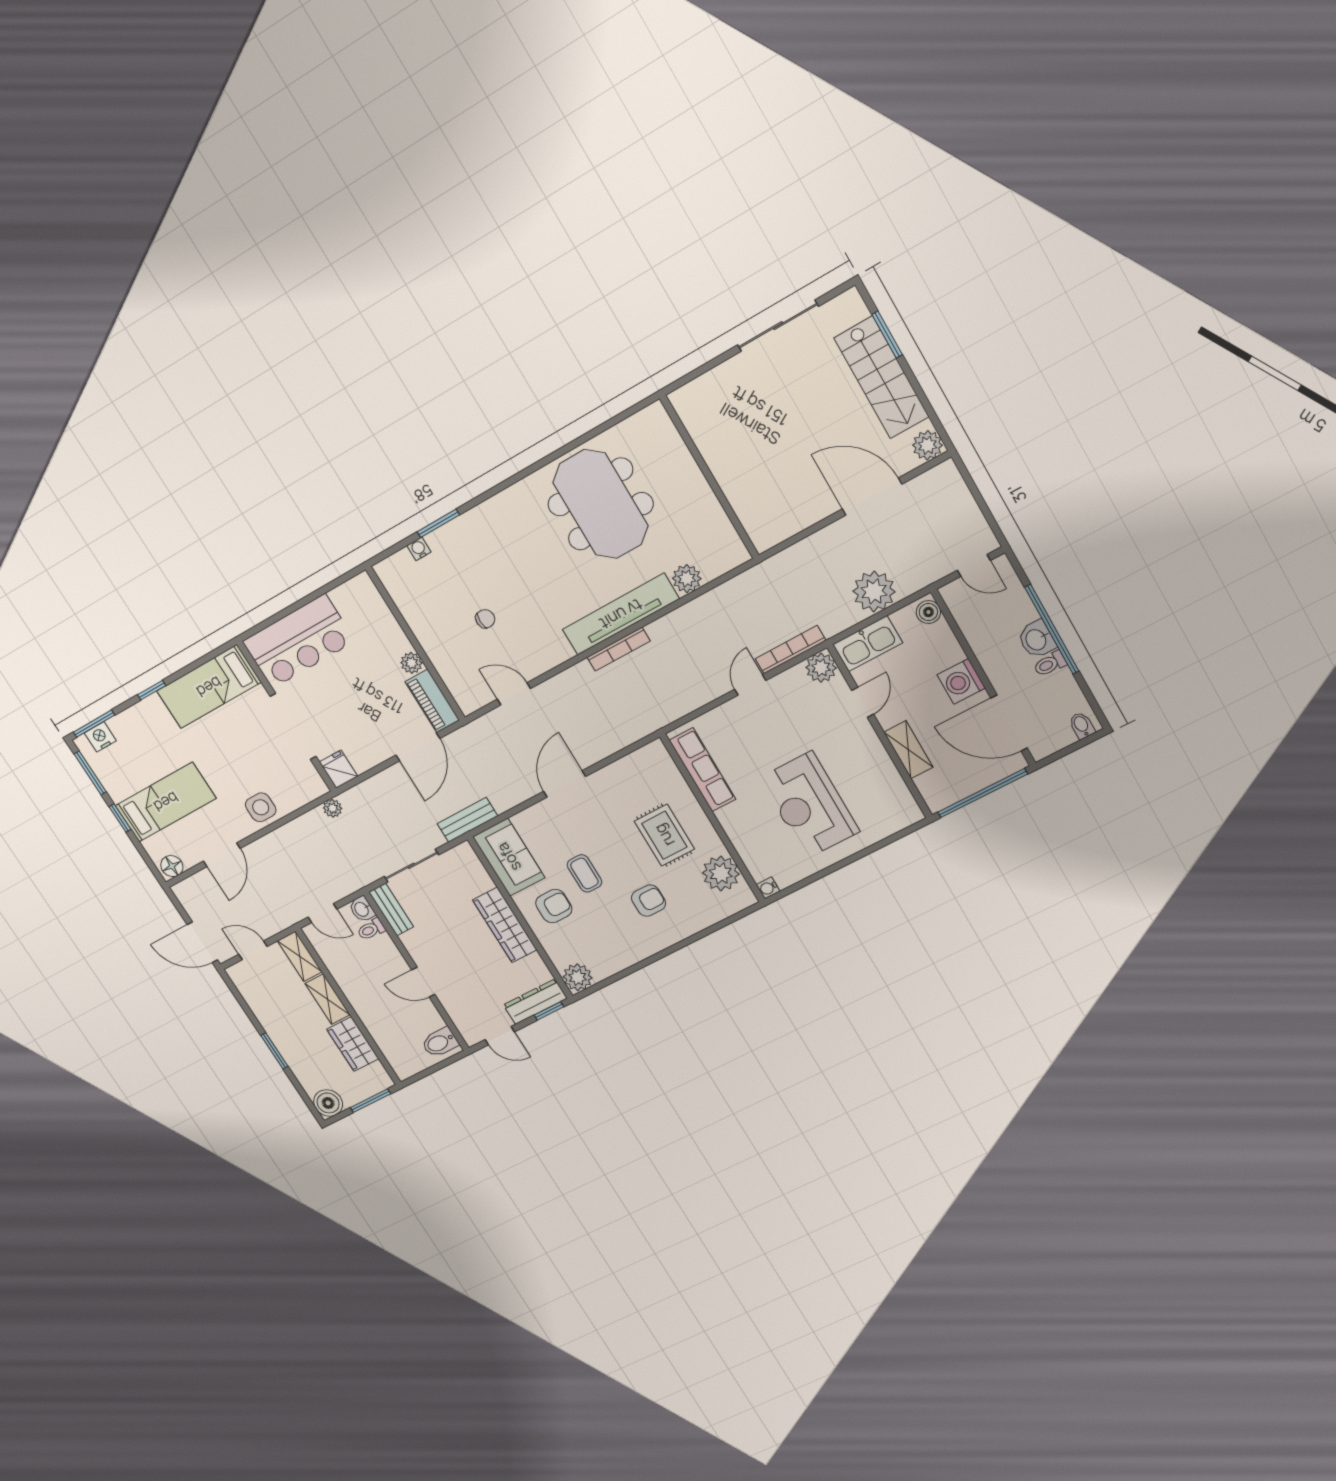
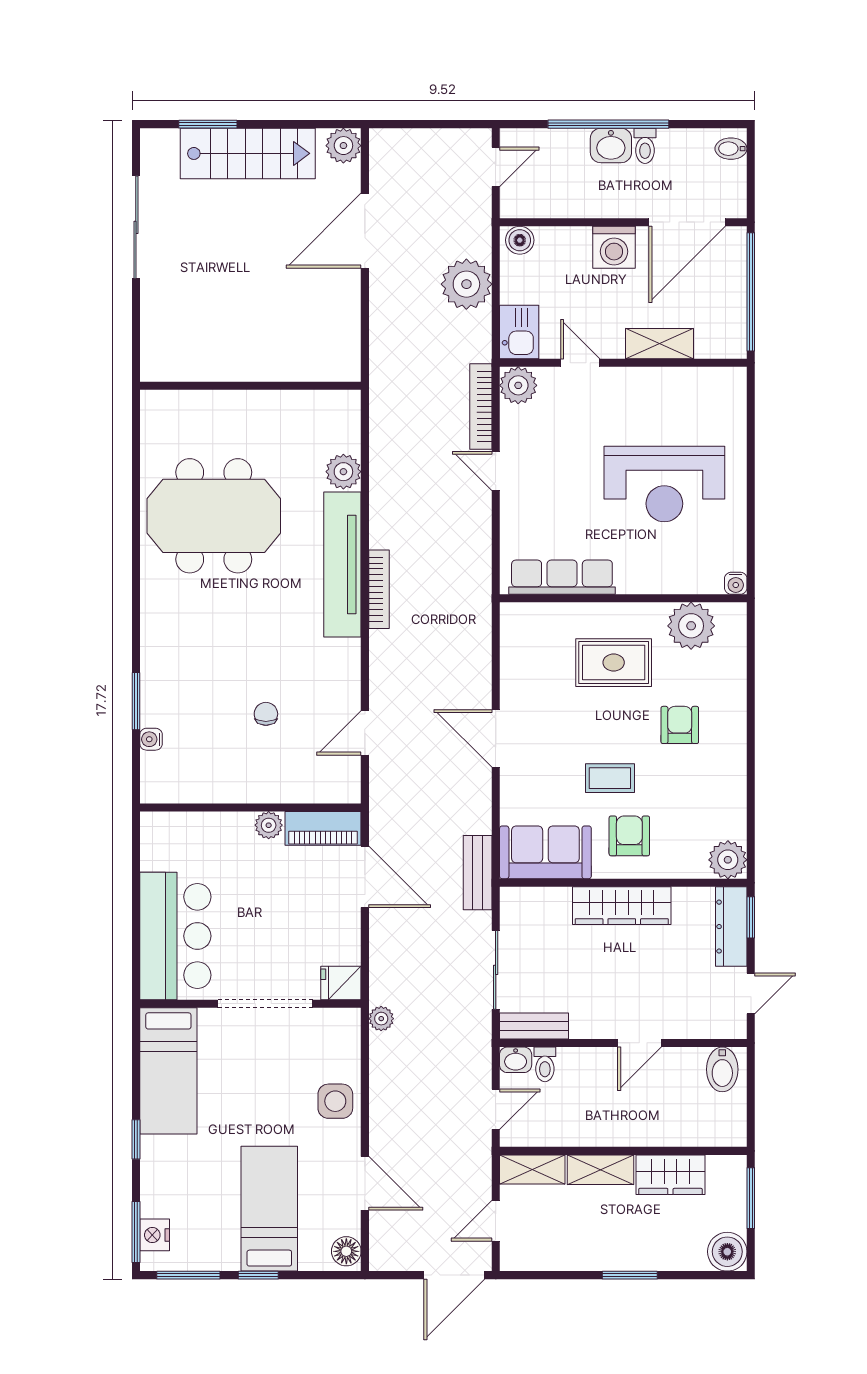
kitchen sink: (868, 644) -> (519, 332), width x0.73

